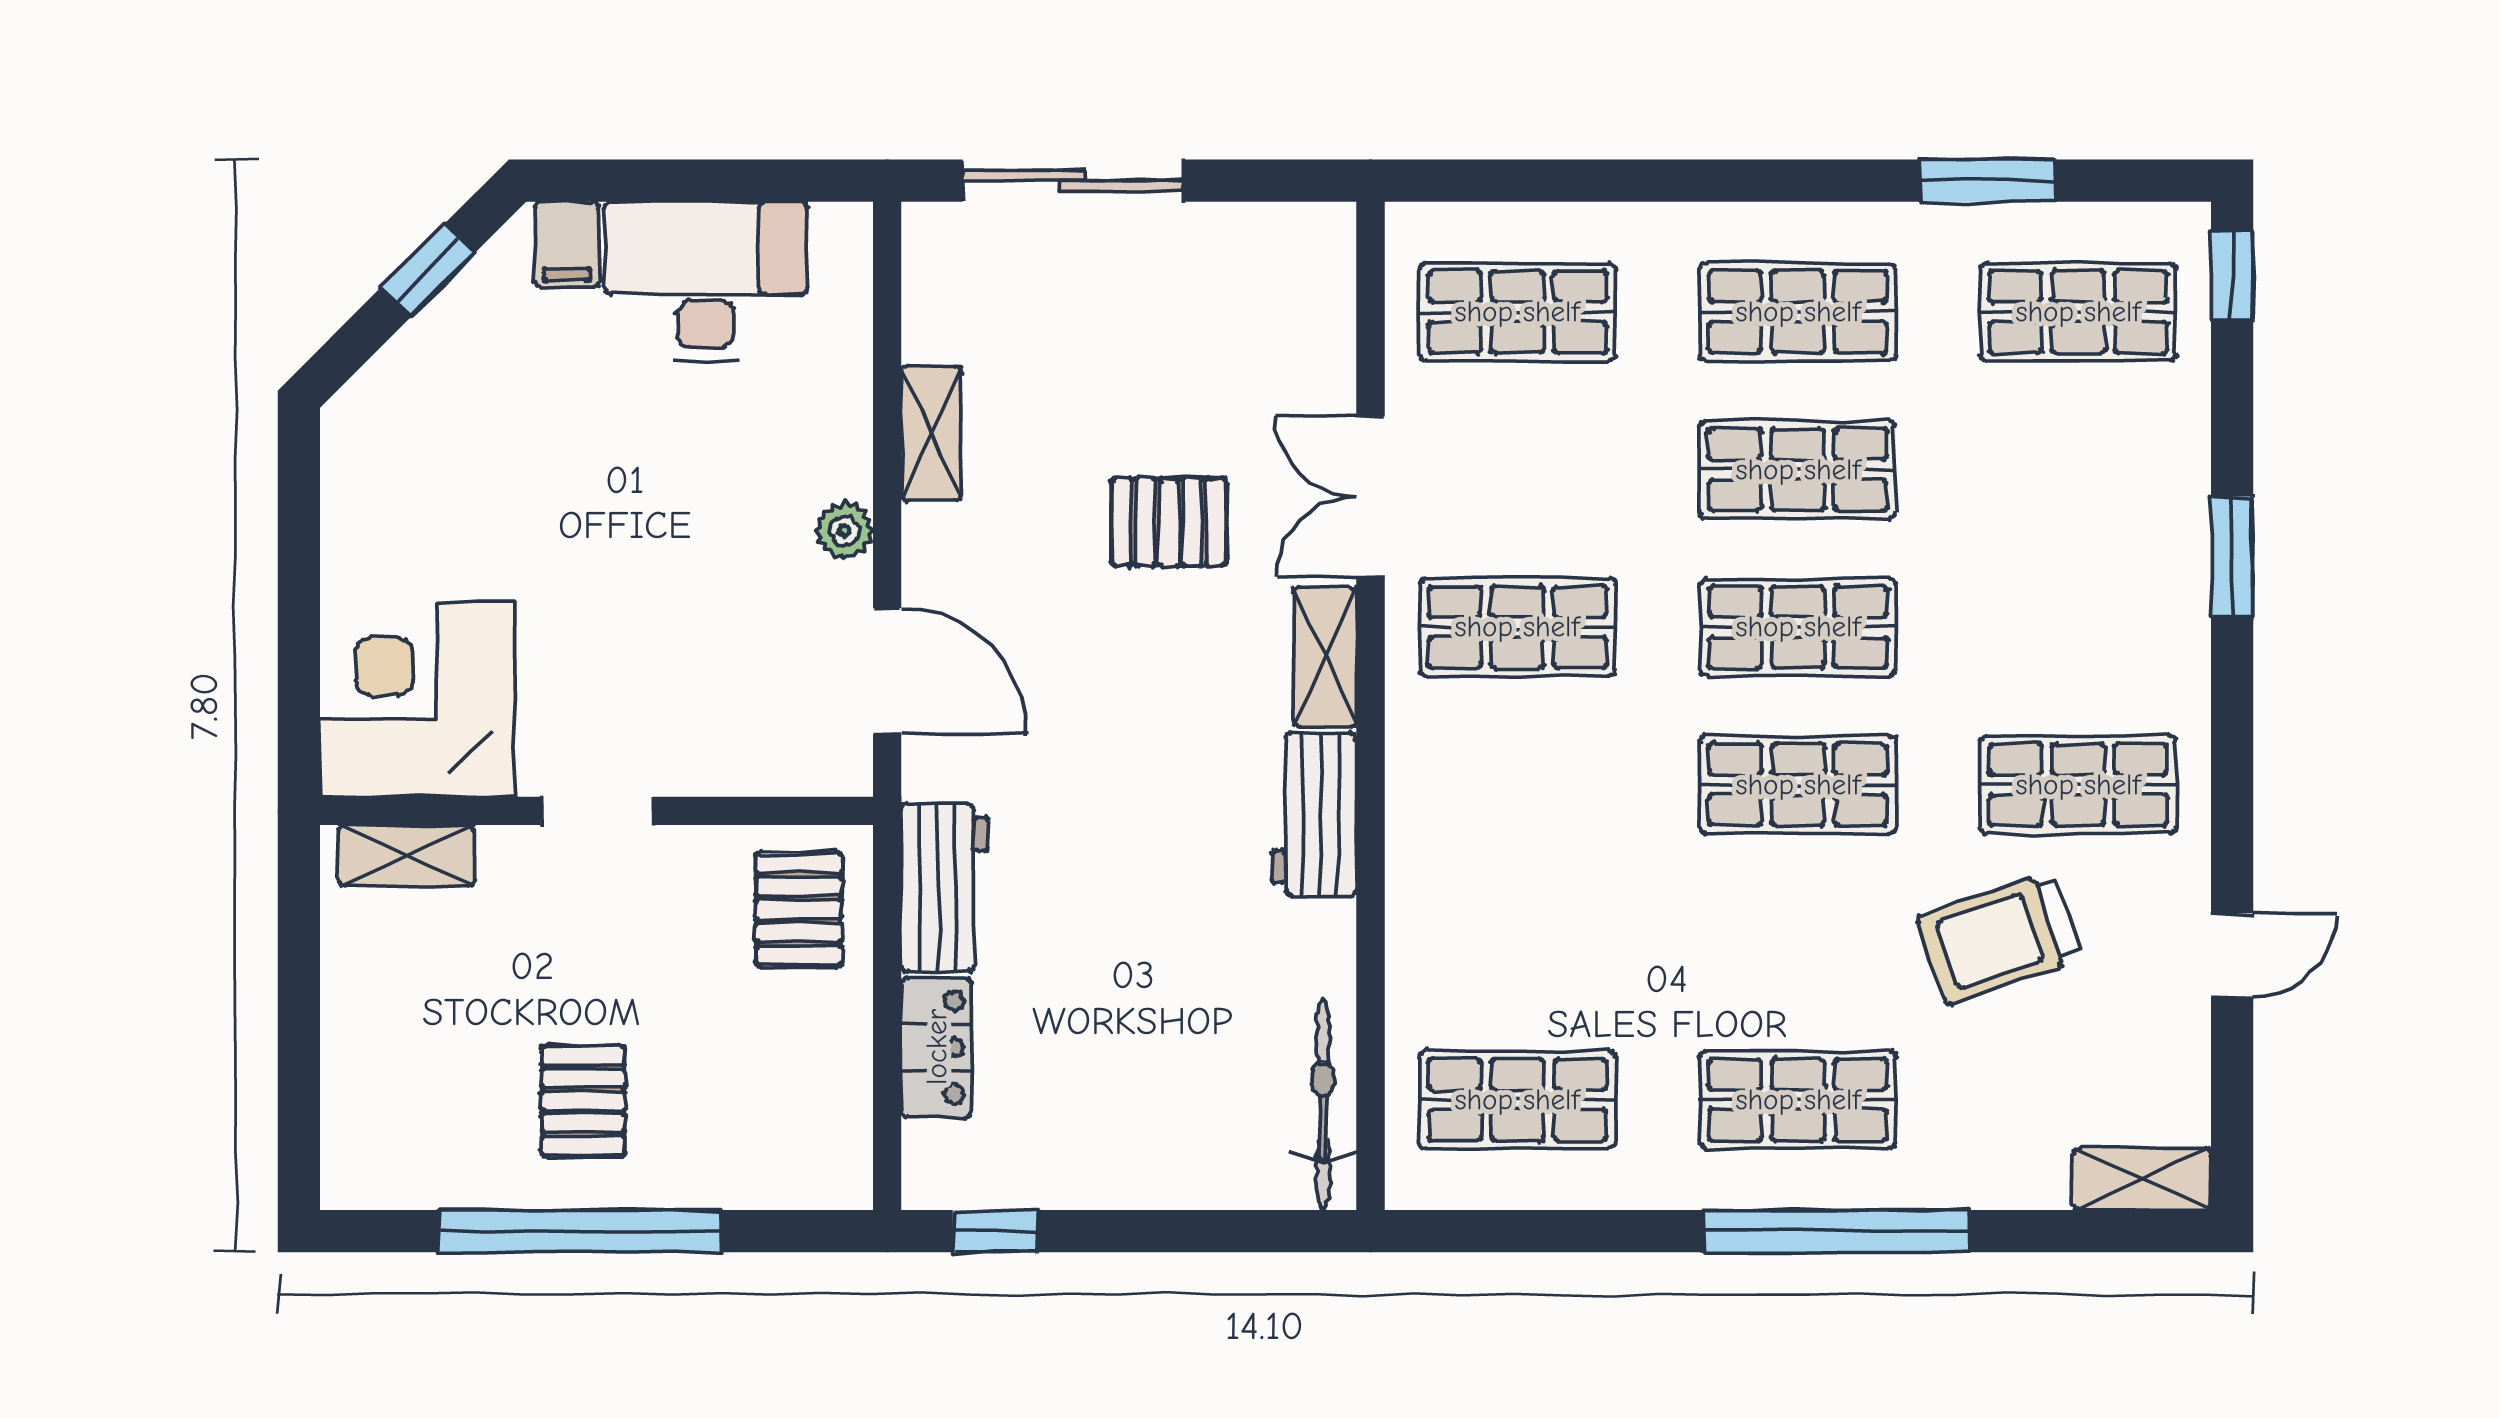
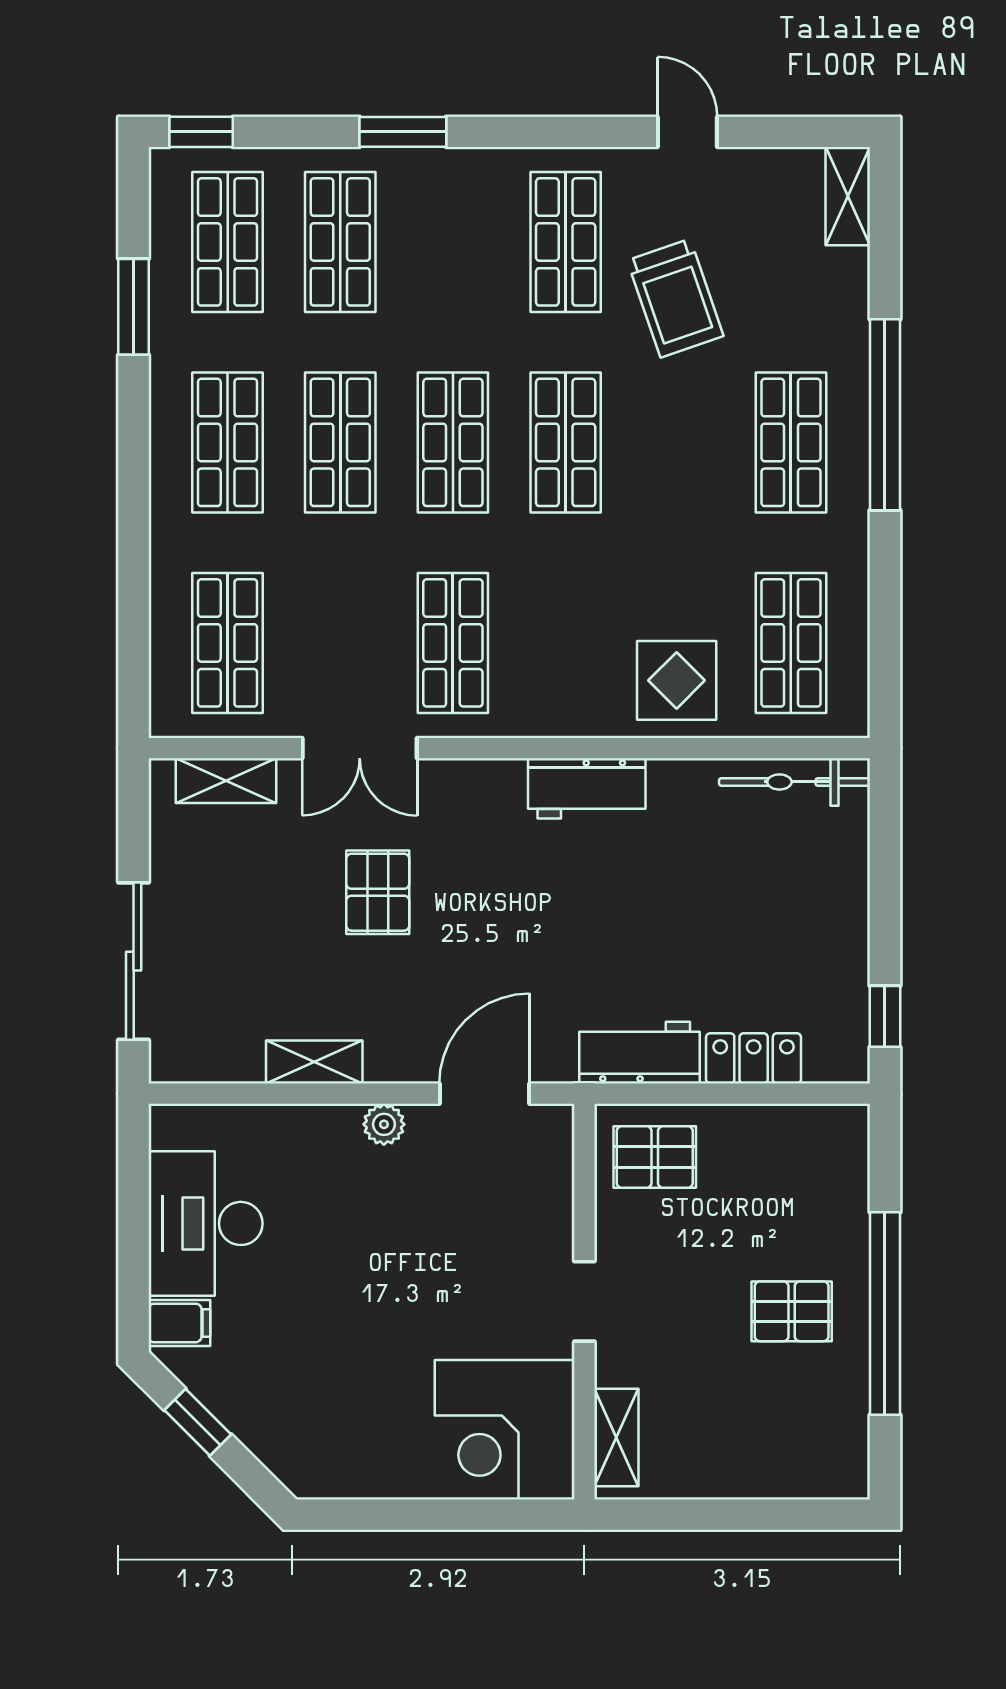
shop shelf: (2078, 470) -> (340, 242), added
shelving: (1325, 657) -> (226, 781), moved
display table: (1465, 940) -> (677, 680), added

